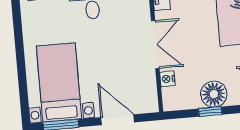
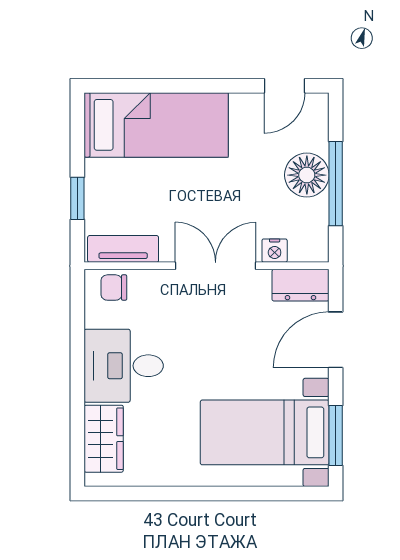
dresser: (148, 96) -> (300, 285), added
window: (210, 112) -> (336, 184), width x2.17

